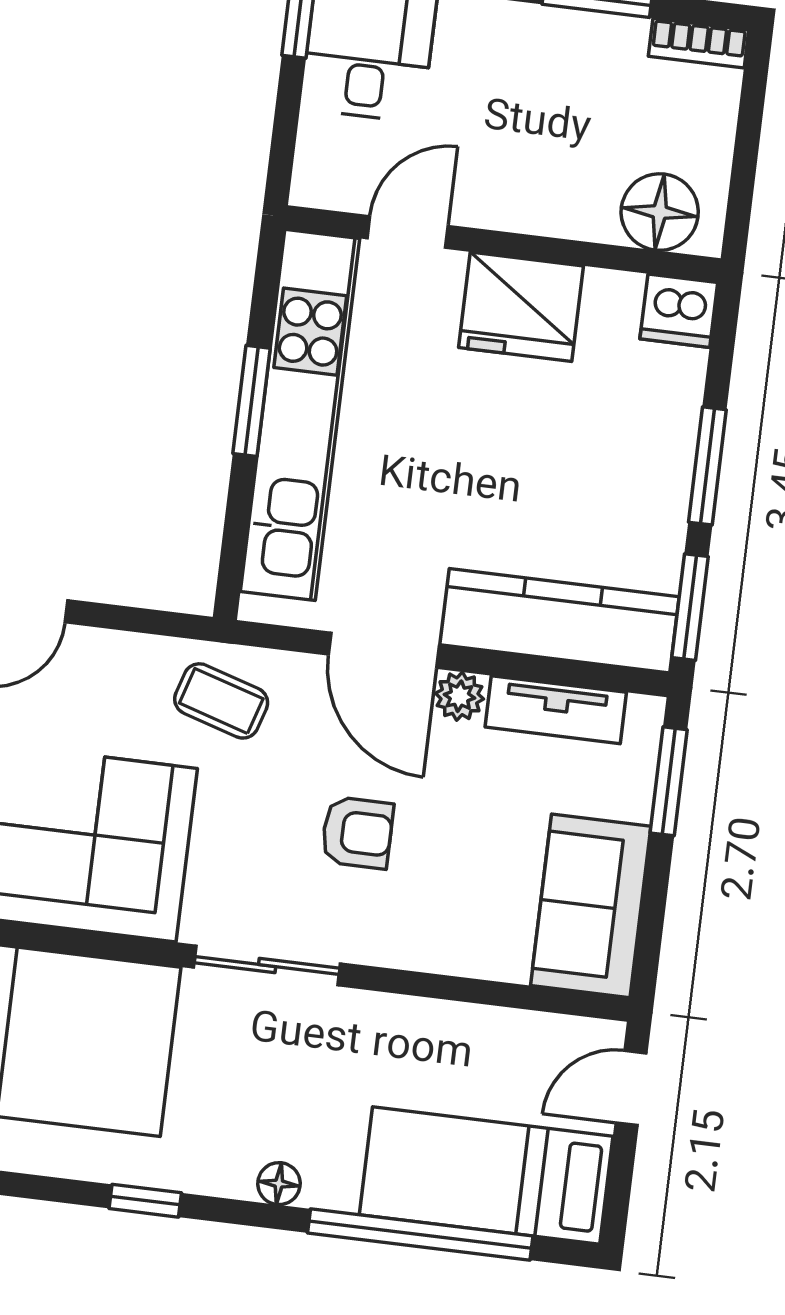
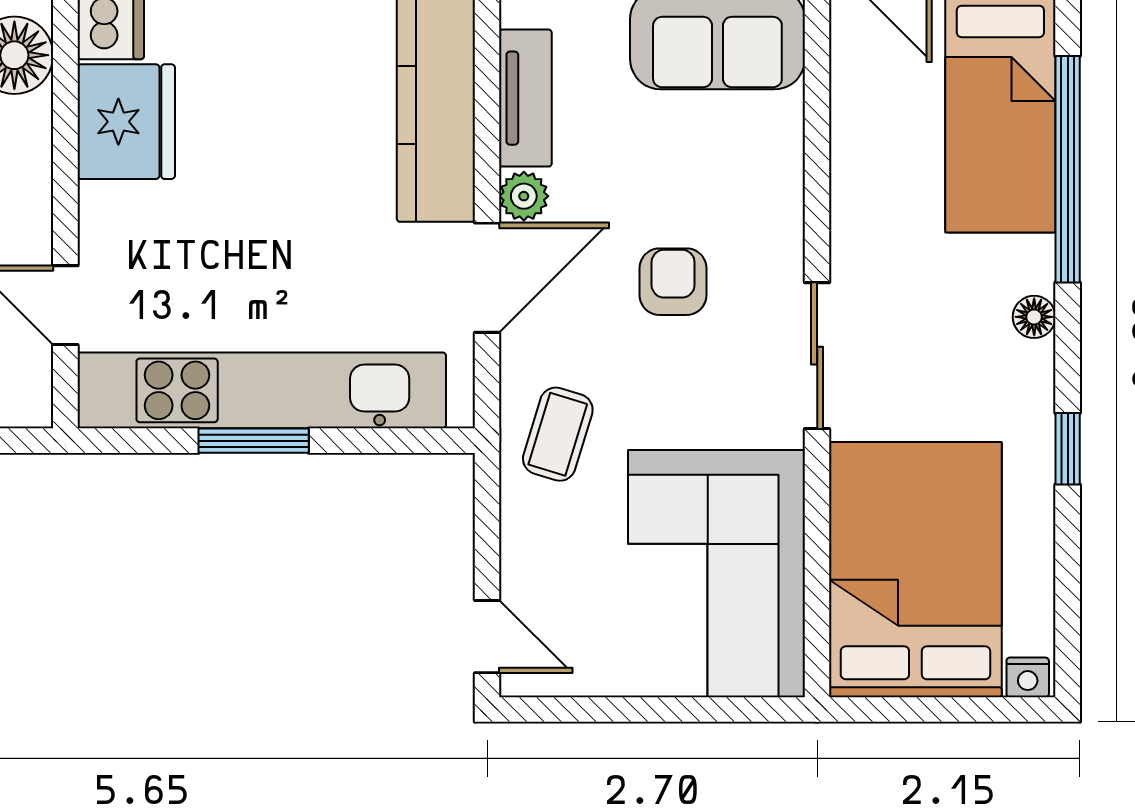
fridge: (521, 307) -> (126, 122), moved

